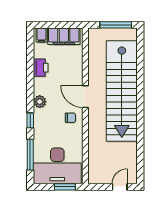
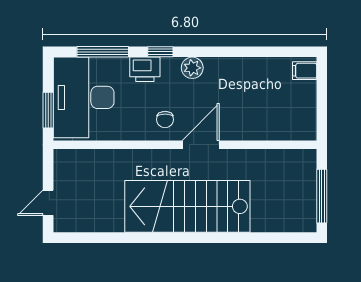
filing cabinet: (64, 36) -> (303, 108), removed
printer: (41, 68) -> (145, 69), moved
stairs: (122, 91) -> (187, 206), width x0.73
door: (120, 187) -> (48, 203), swing flipped

